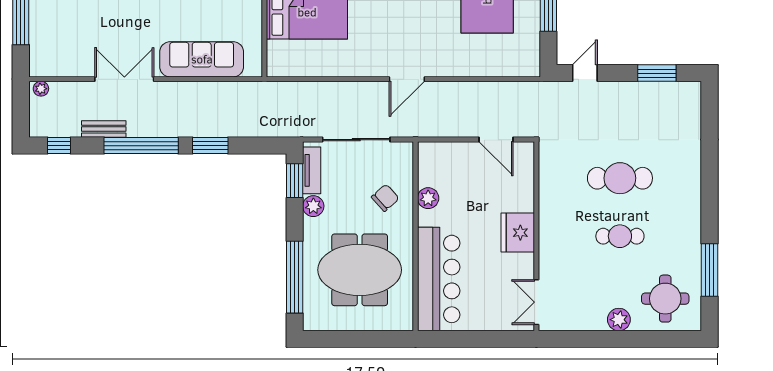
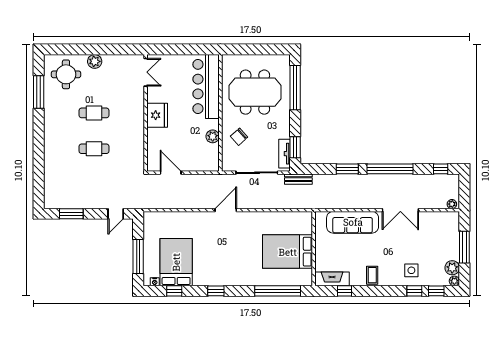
bench: (104, 129) -> (298, 179), moved
cafe table: (620, 178) -> (94, 149), width x0.73, depth x0.74
plant: (313, 206) -> (284, 132), removed

